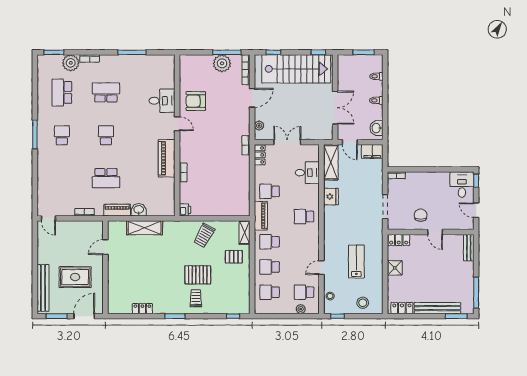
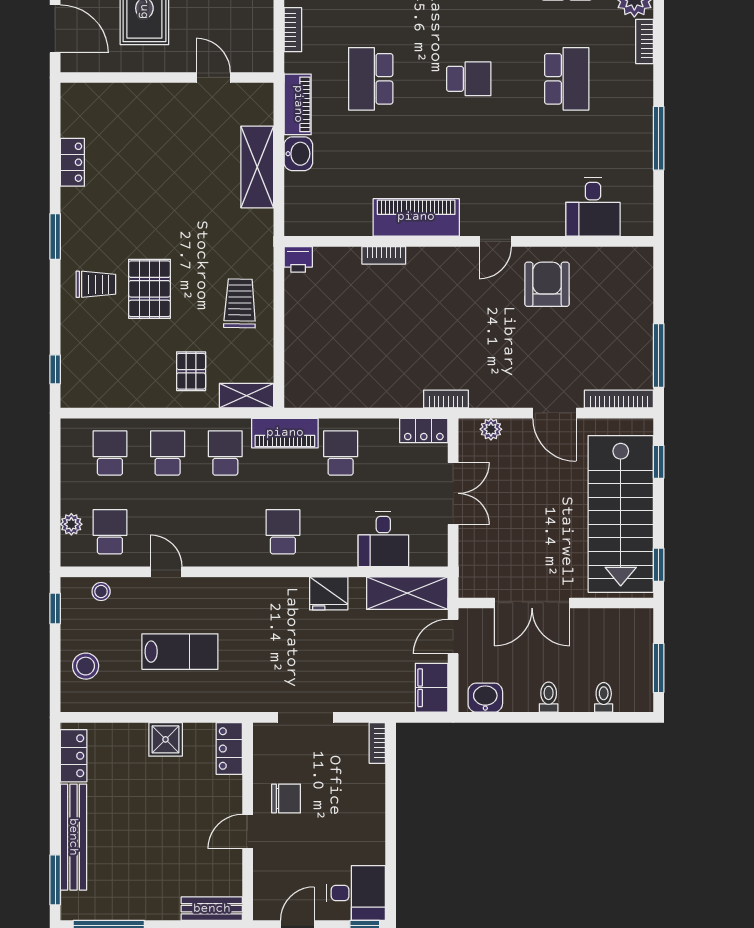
plant: (222, 63) -> (633, 344), removed
desk: (162, 101) -> (593, 207), moved
trolley: (204, 235) -> (240, 303), turned 62

